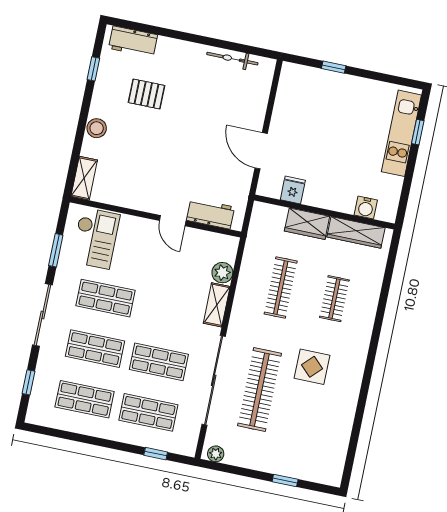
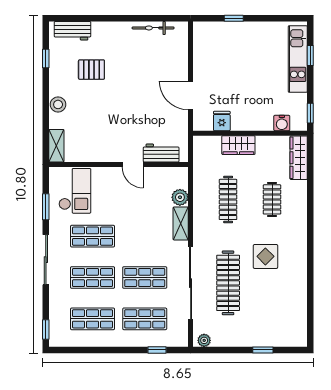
window: (403, 203) -> (310, 113), added
wardrobe: (356, 232) -> (299, 158), moved, turned 90
window: (28, 382) -> (46, 329), moved

